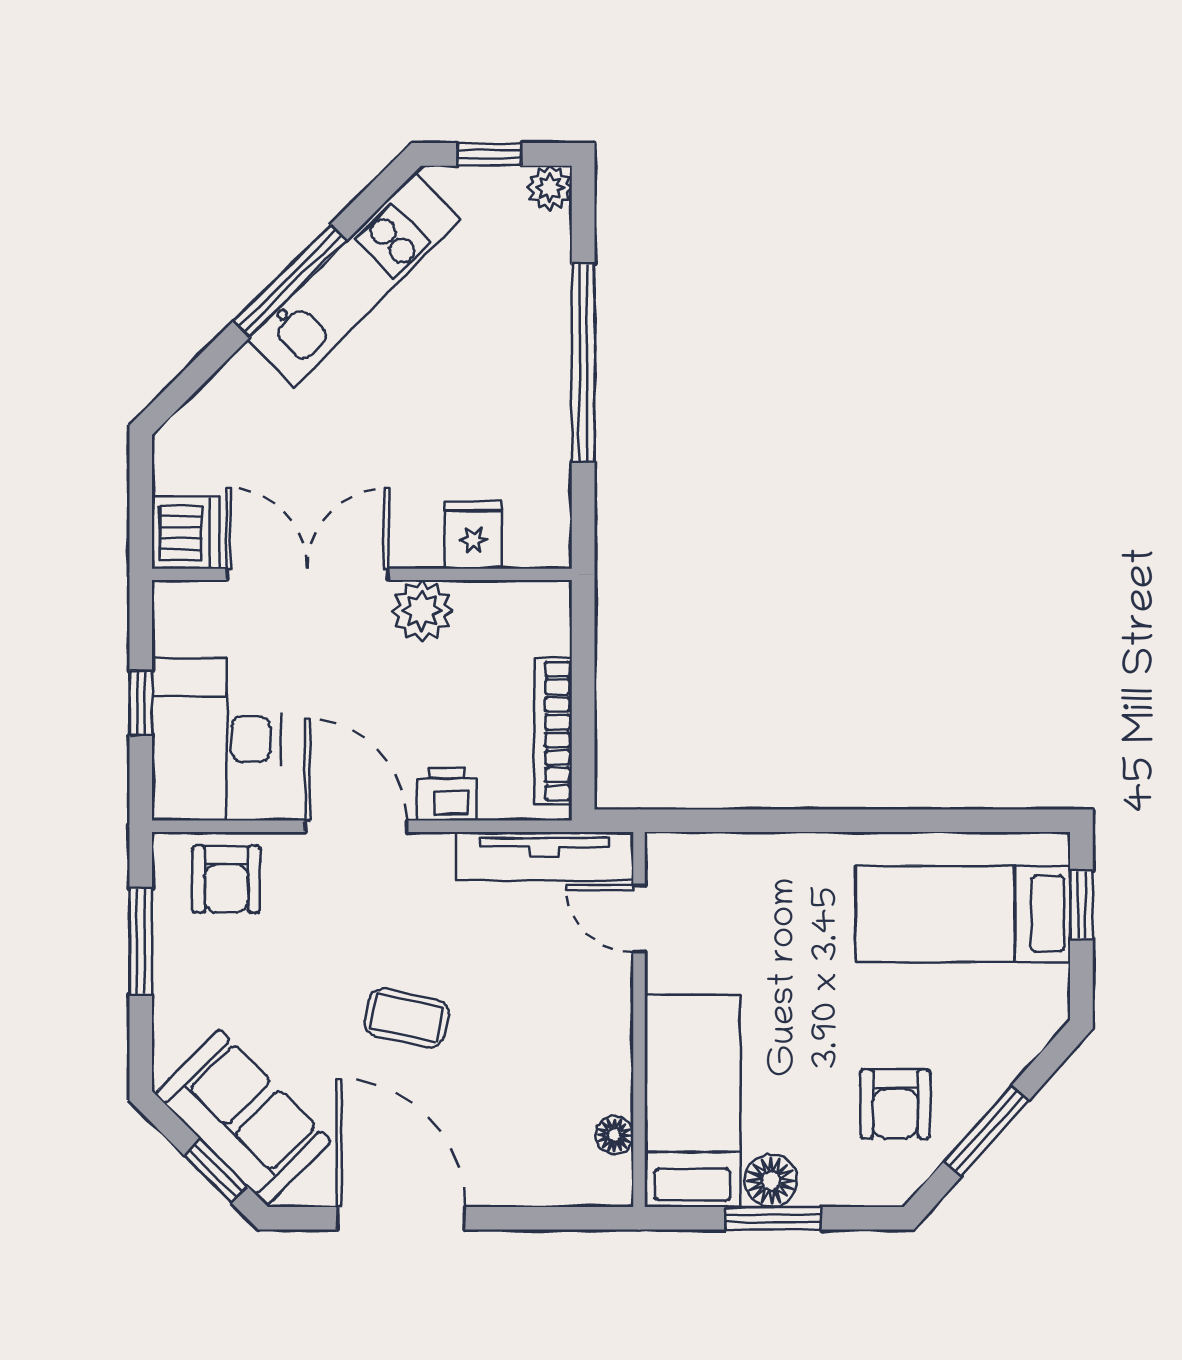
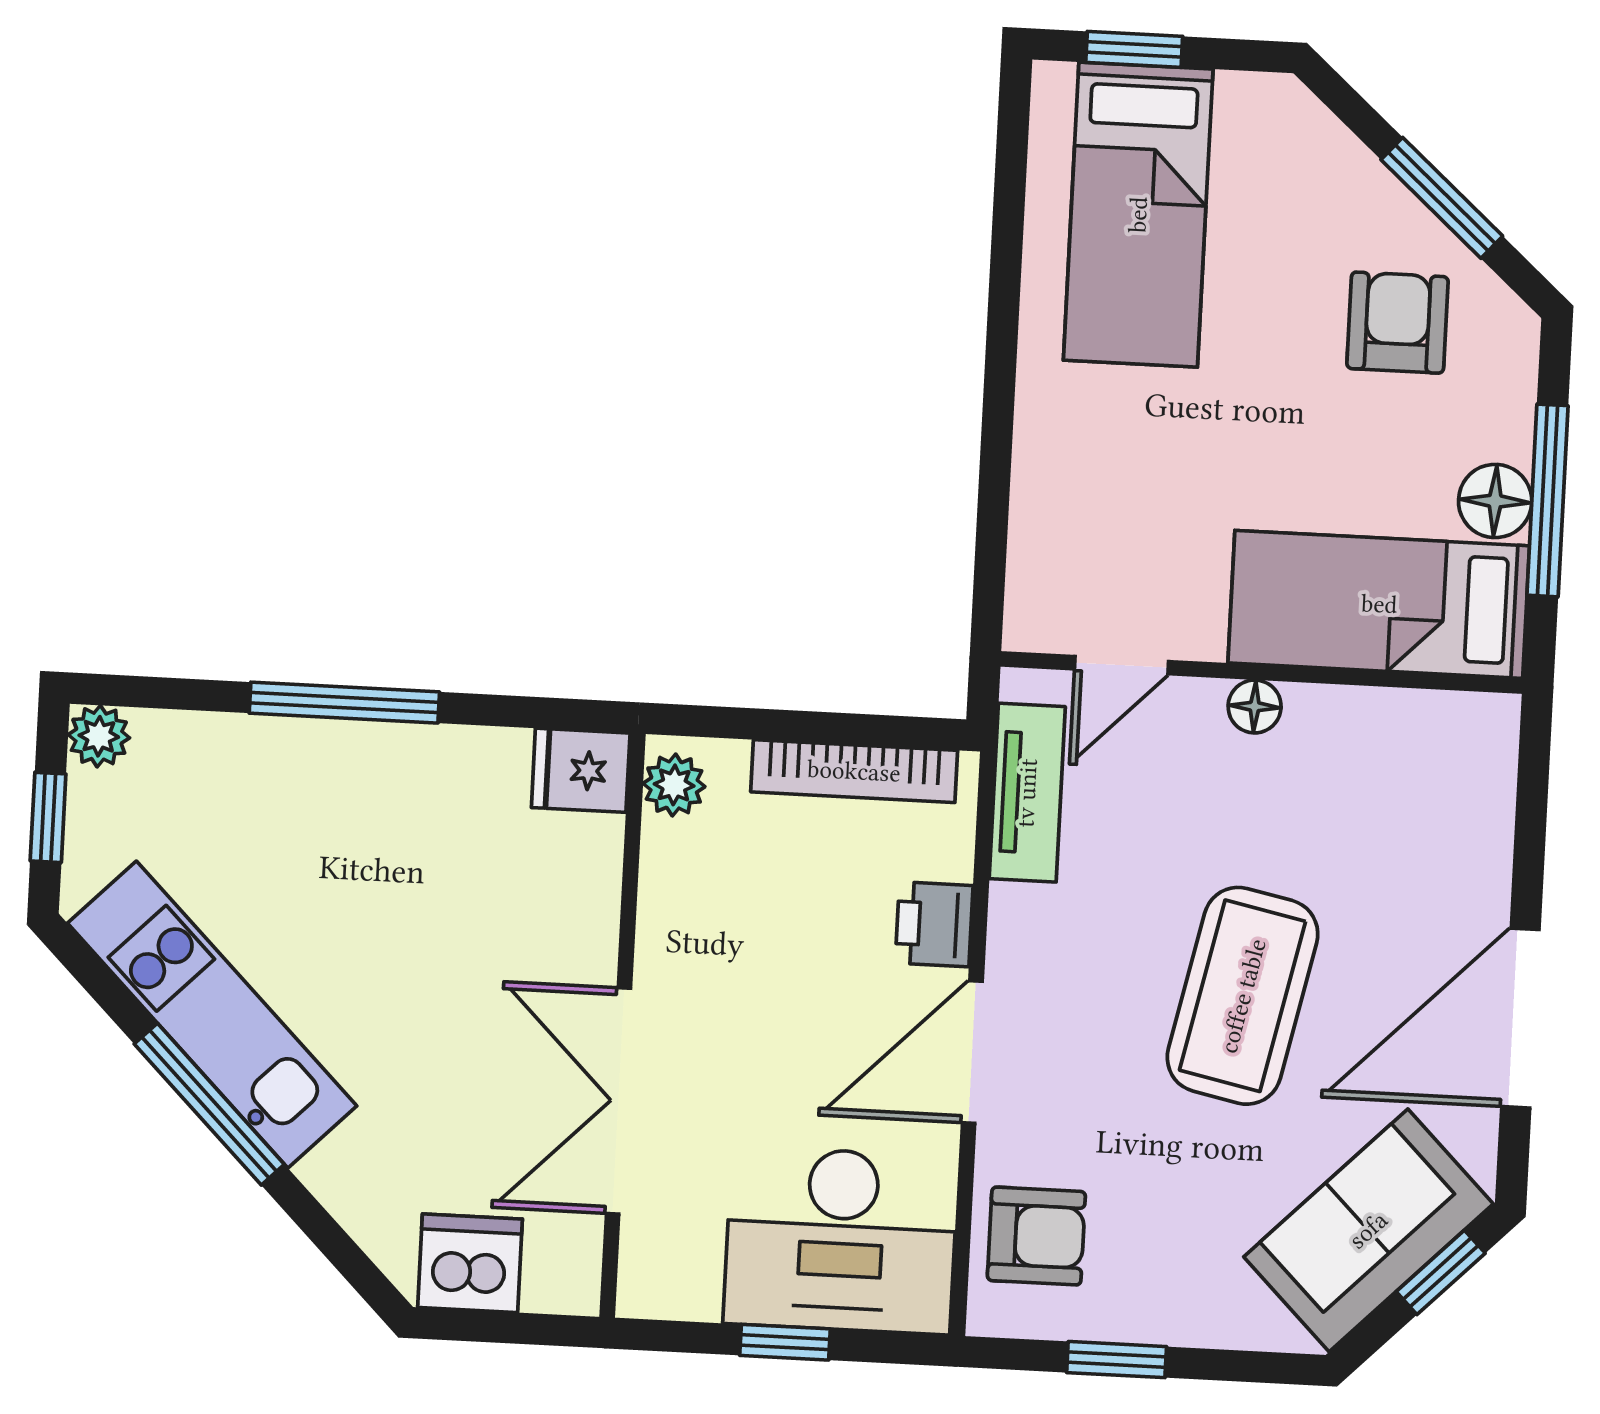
window: (583, 363) -> (344, 703), width x0.68
dishwasher: (186, 533) -> (470, 1263), moved
fridge: (473, 535) -> (581, 770), moved
plant: (422, 611) -> (674, 785), moved, width x0.73, depth x0.73
tv unit: (544, 856) -> (1027, 793), width x0.71
window: (141, 941) -> (1117, 1360), width x0.67
coffee table: (406, 1018) -> (1243, 996), width x1.86, depth x1.72
armchair: (895, 1104) -> (1397, 323), turned -90
floor lamp: (614, 1135) -> (1255, 706), moved
window: (773, 1218) -> (1548, 500), width x1.44

